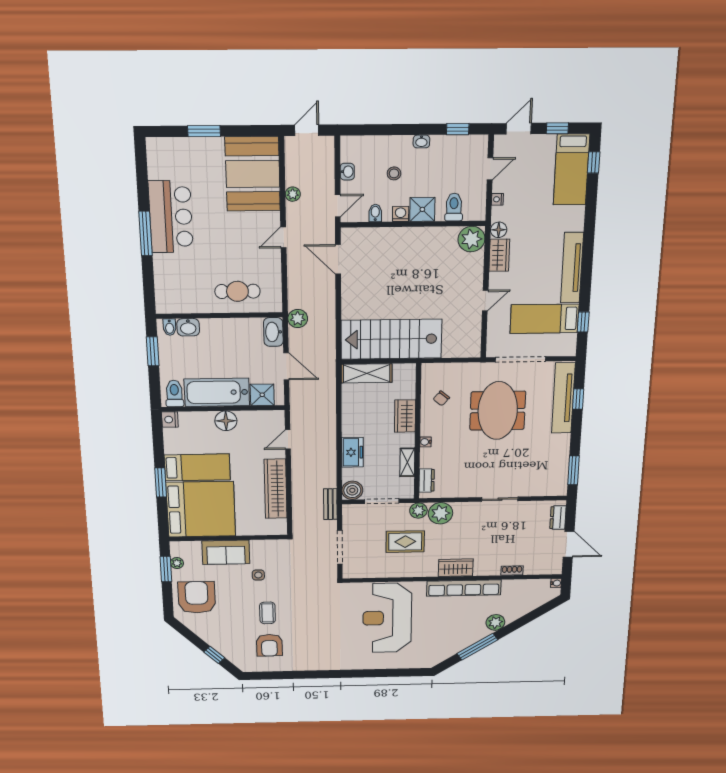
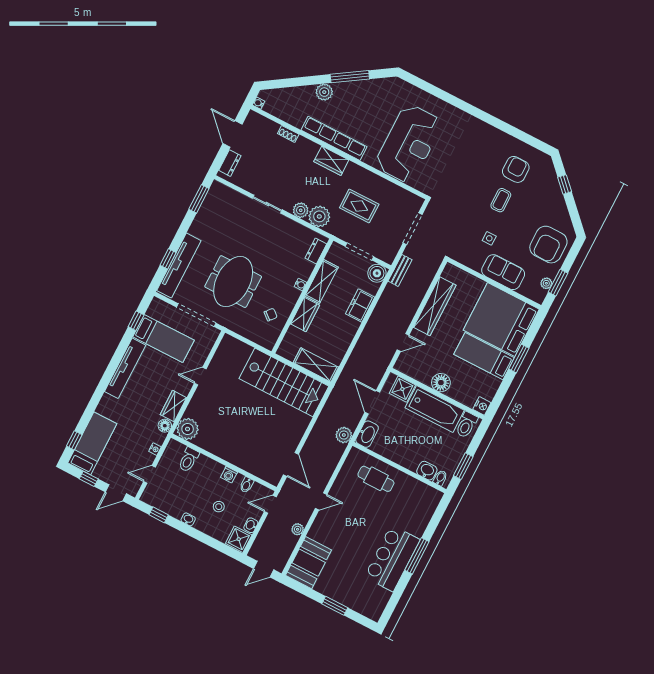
booth: (253, 174) -> (309, 563), width x0.73, depth x0.70
shower: (422, 209) -> (239, 539), moved
shelving: (407, 462) -> (321, 282), width x1.50, depth x1.33
plant: (418, 511) -> (301, 210), moved

